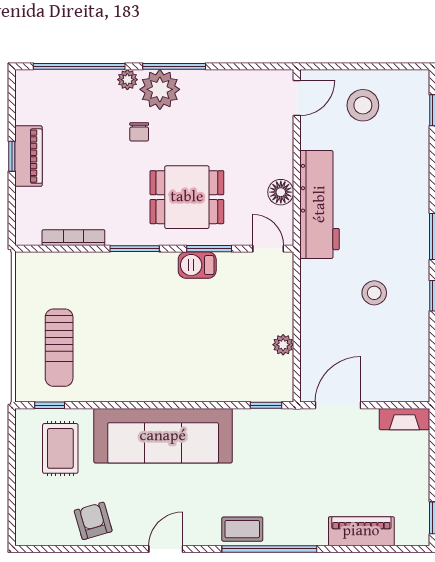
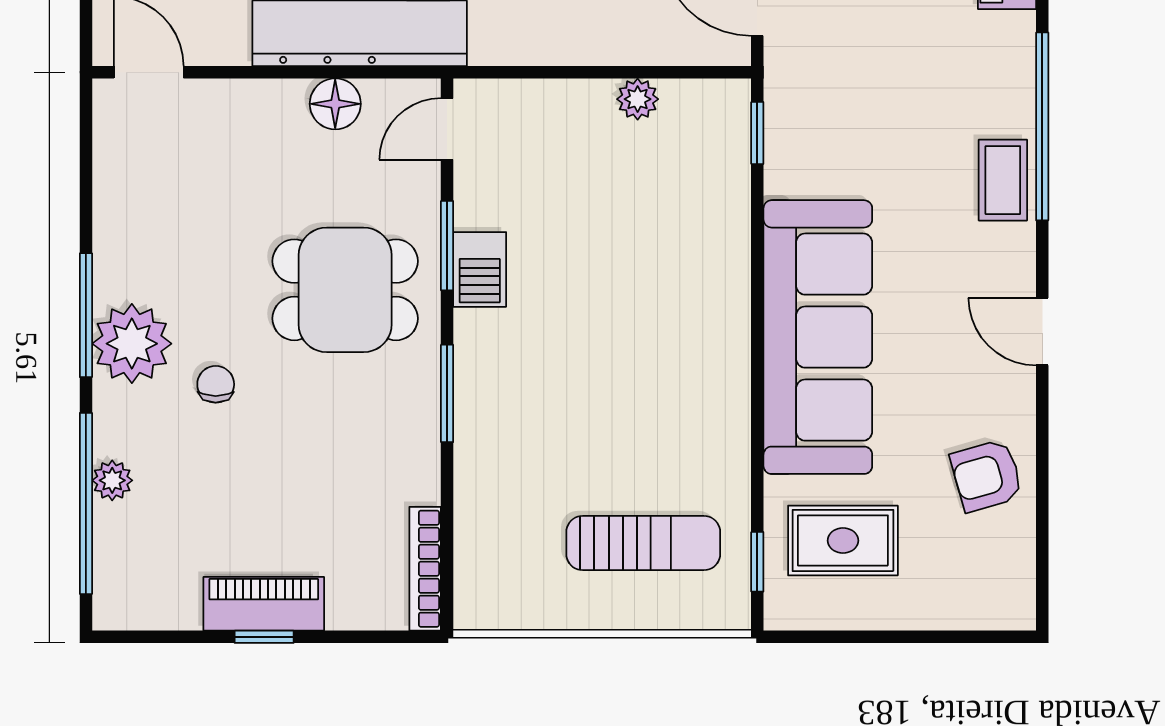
plant: (127, 80) -> (112, 480), moved
chair: (139, 132) -> (216, 384), turned -90
dining table: (187, 197) -> (345, 290), turned 90
bookcase: (73, 238) -> (425, 569), moved

